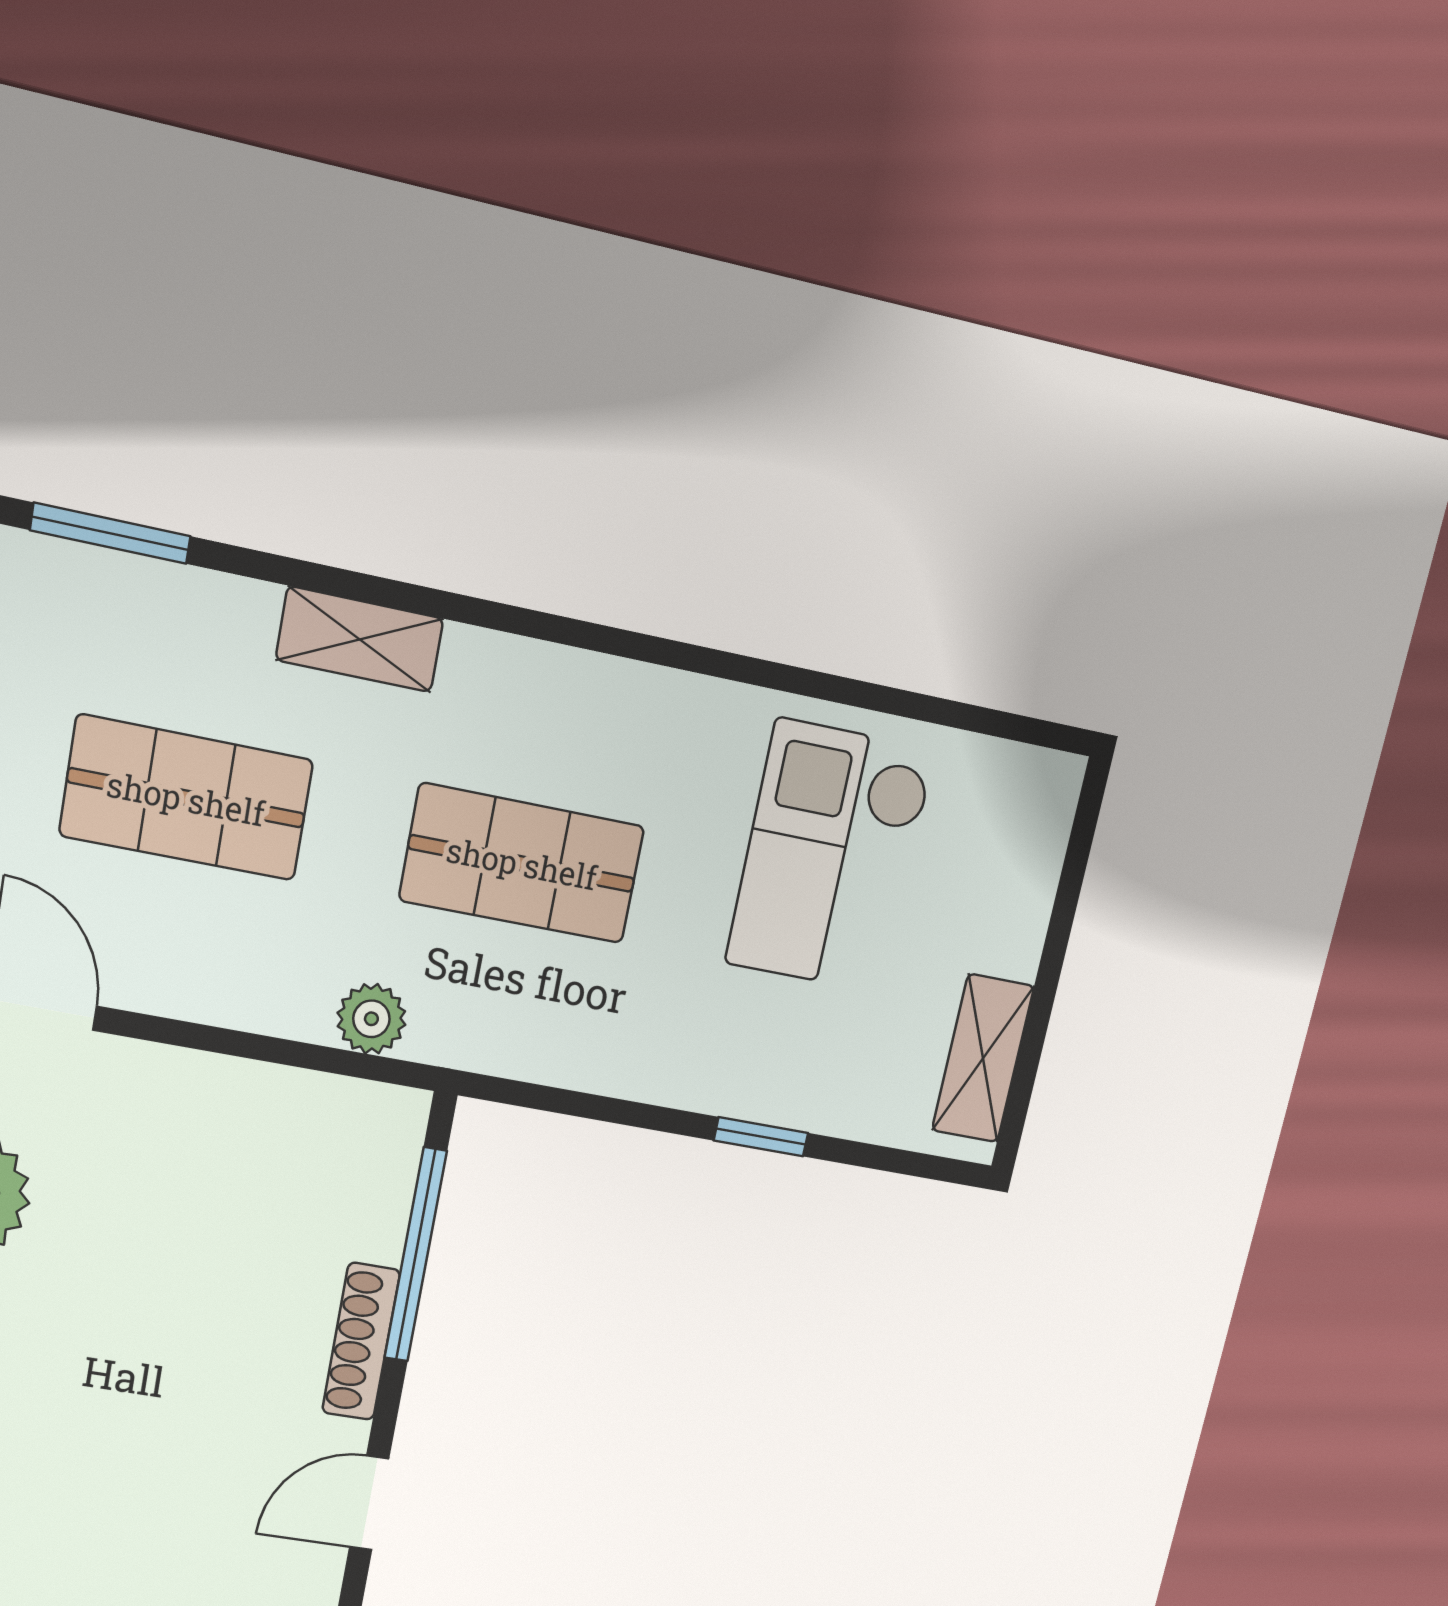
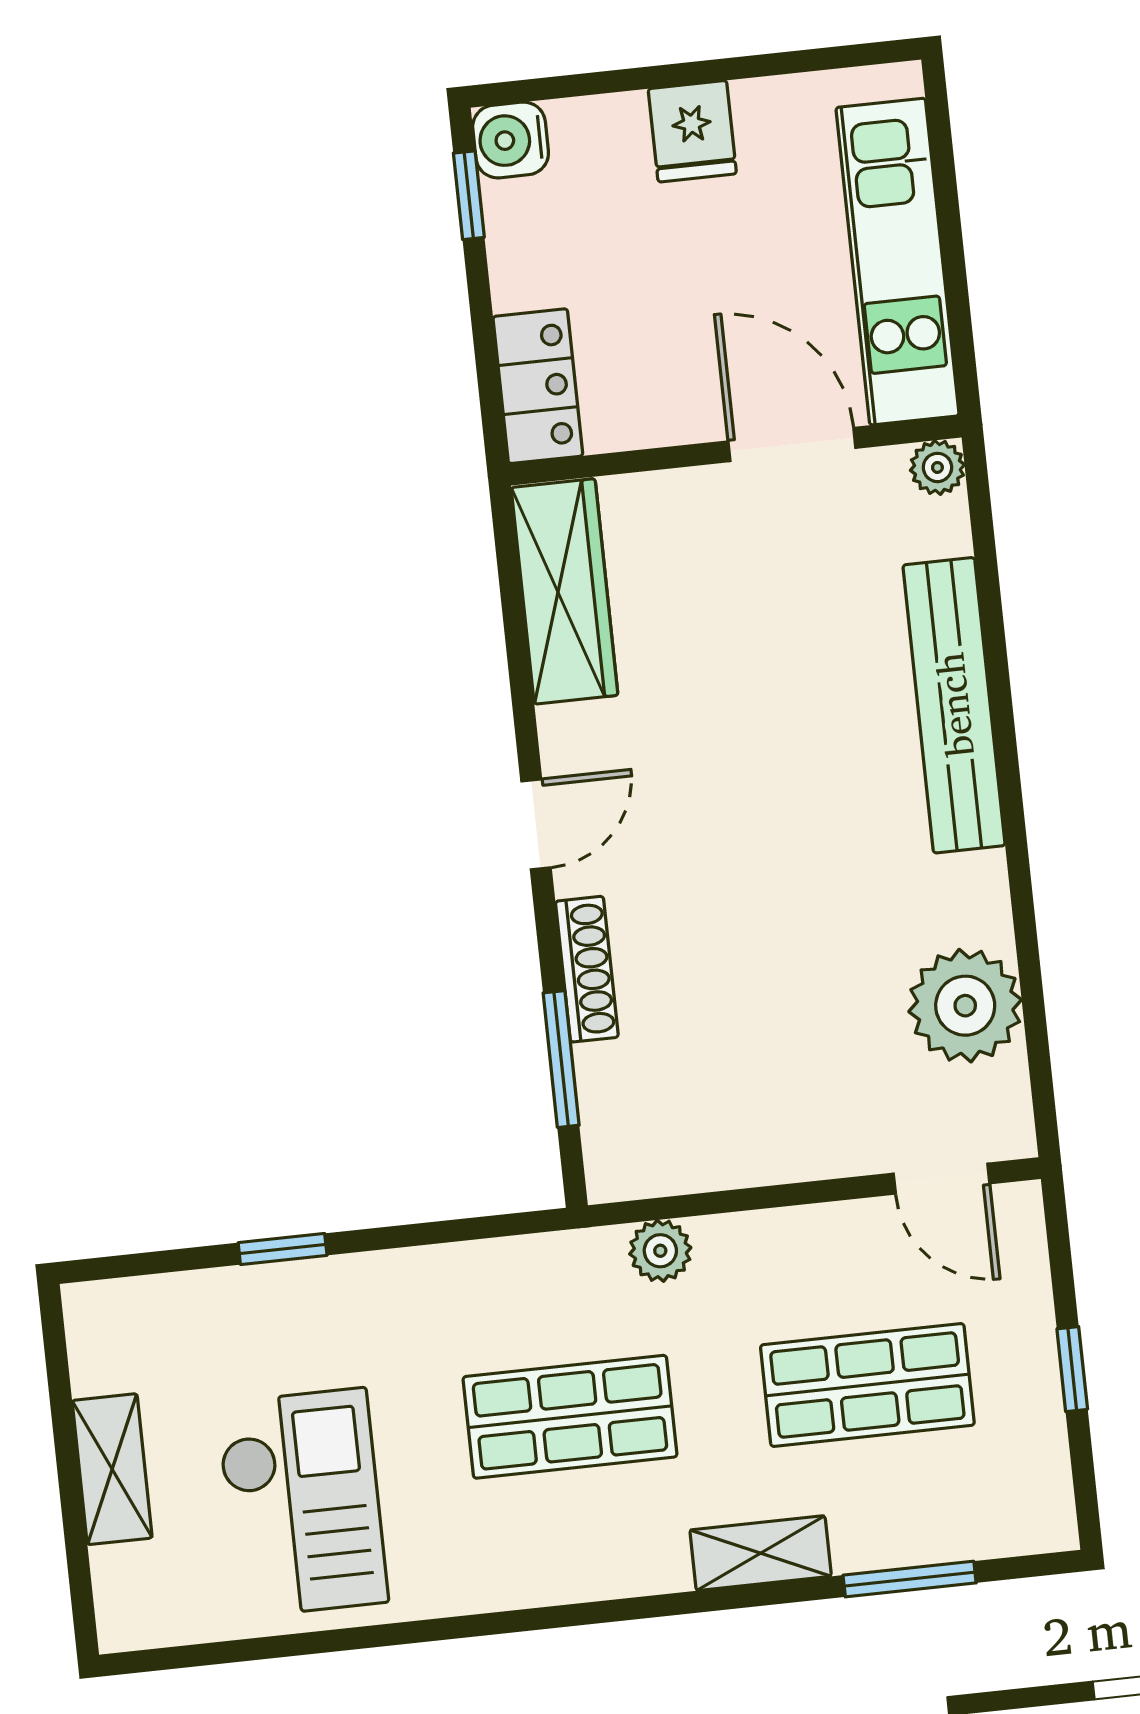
window: (110, 533) -> (910, 1579), moved
shelving: (983, 1058) -> (112, 1469), moved
window: (415, 1255) -> (561, 1059), width x0.69

